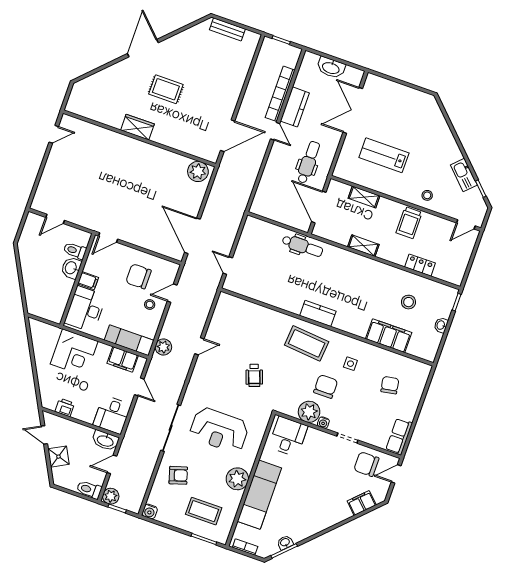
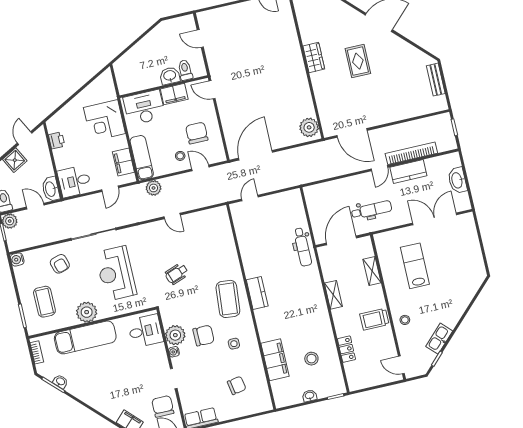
filing cabinet: (88, 281) -> (174, 94), width x2.00

